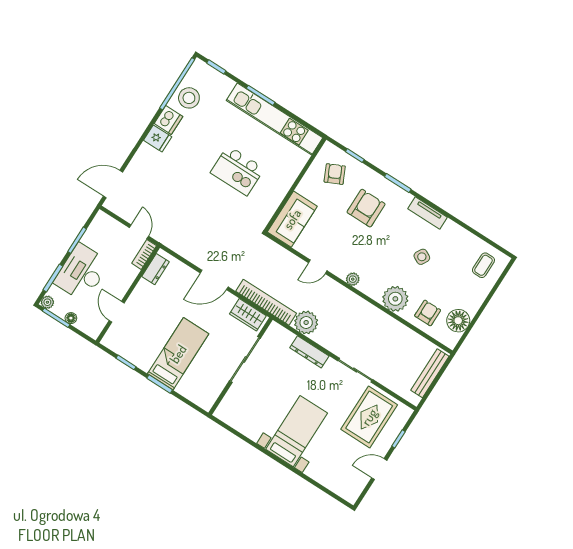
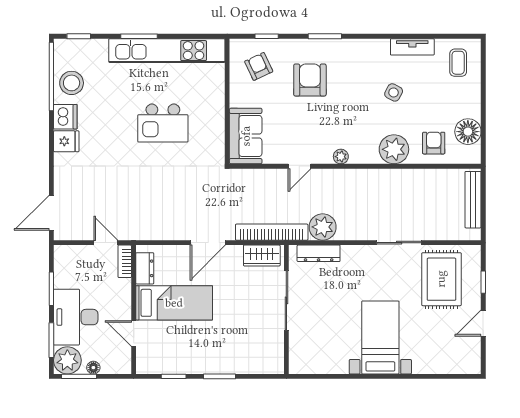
tv unit: (427, 213) -> (412, 47), moved
plant: (47, 302) -> (67, 360), width x1.87, depth x1.87
dresser: (309, 352) -> (319, 253), moved
bed: (178, 354) -> (174, 303), moved, turned 90

